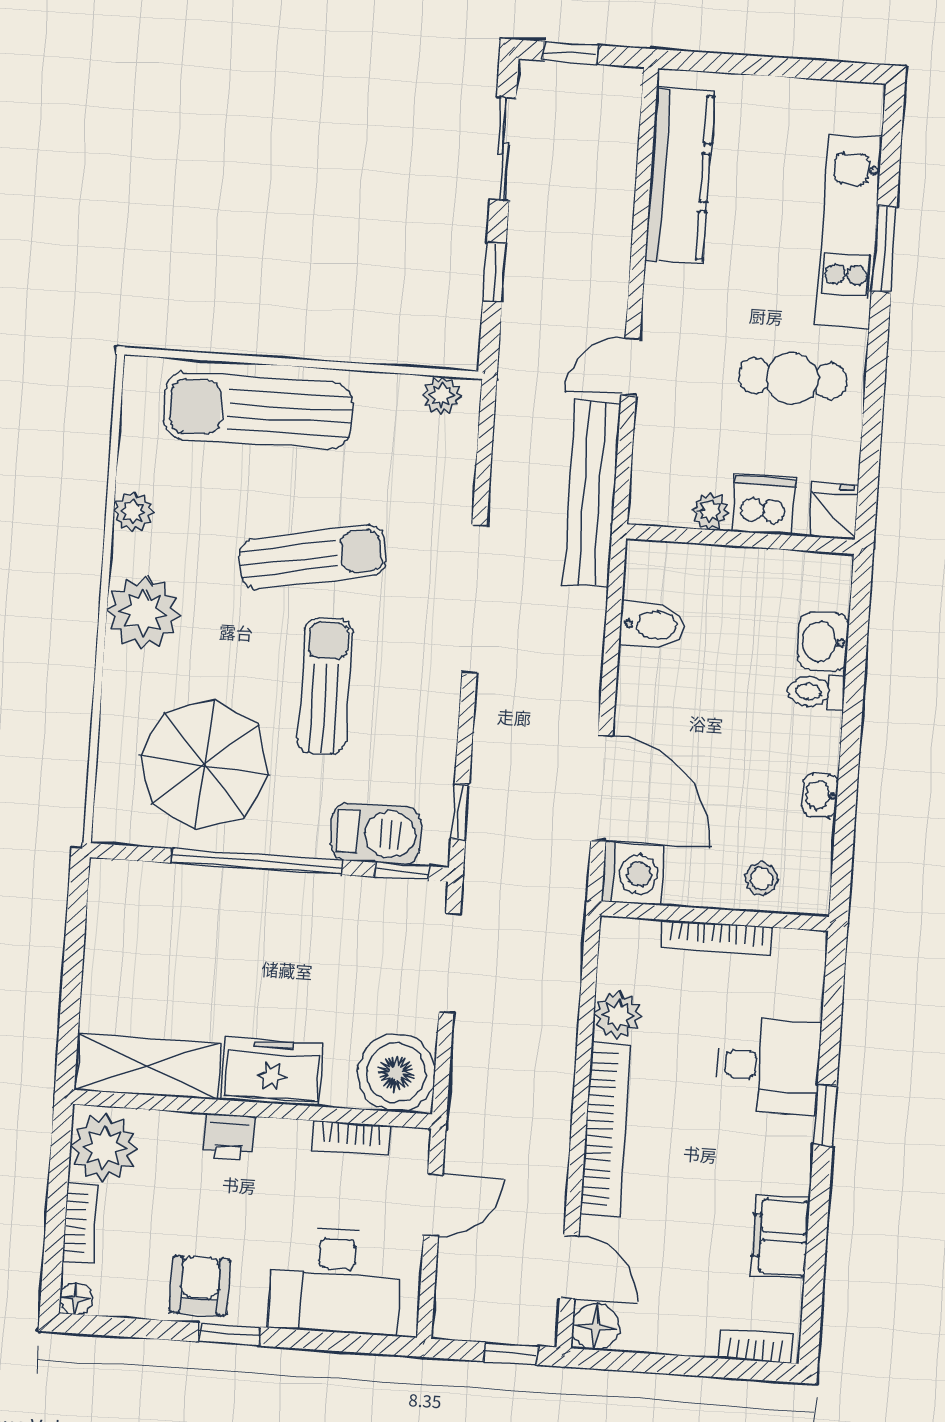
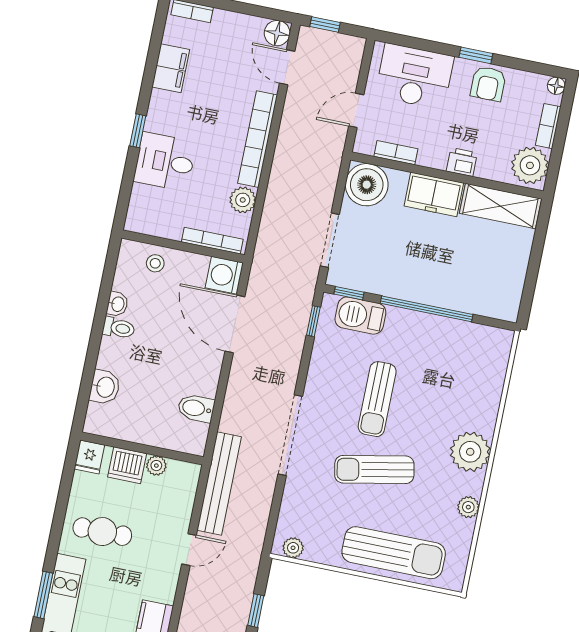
toilet: (816, 692) -> (119, 328), moved
parasol: (204, 765) -> (448, 365), removed
bookcase: (717, 937) -> (212, 241), moved

